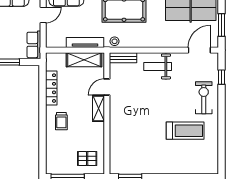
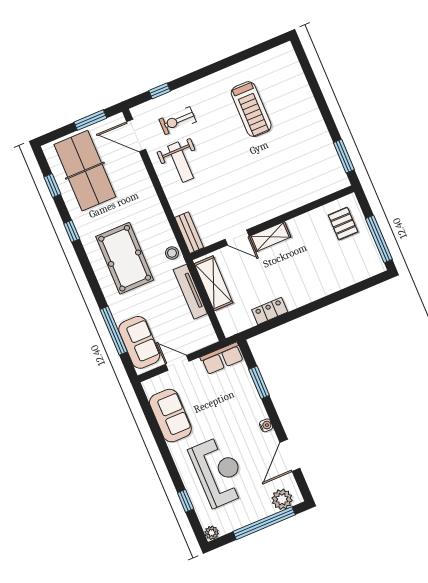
weight bench: (158, 67) -> (181, 162), moved
locker: (51, 88) -> (270, 311), width x0.66
exercise bike: (204, 98) -> (178, 121), moved, width x0.73, depth x0.72
trolley: (61, 121) -> (308, 279), removed
treadmill: (185, 131) -> (251, 109), turned 180

